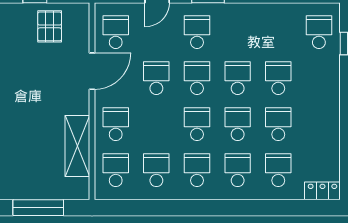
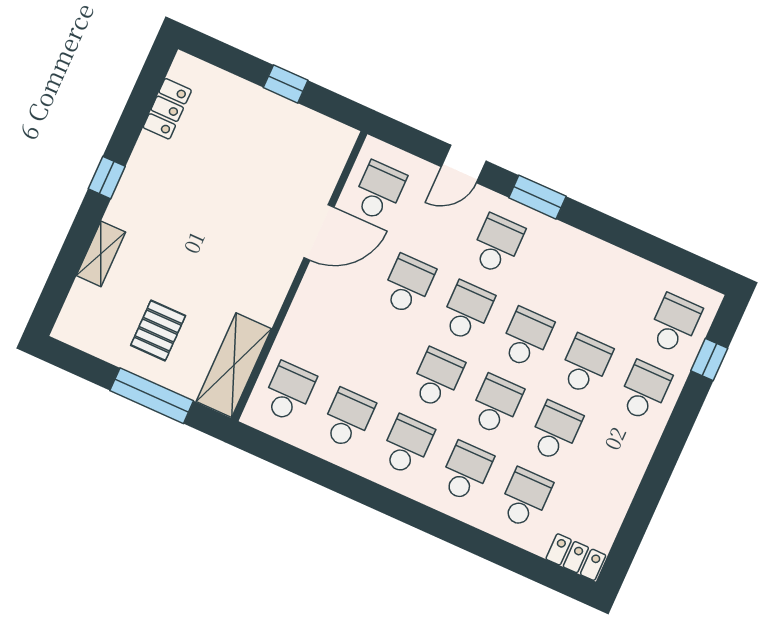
pallet: (50, 26) -> (158, 330), moved
school desk: (116, 124) -> (644, 391), moved
shelving: (77, 146) -> (234, 365), moved

